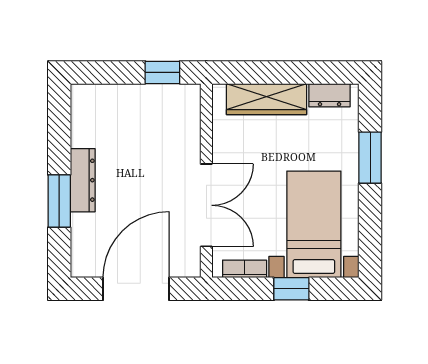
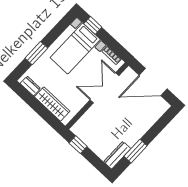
dresser: (83, 180) -> (117, 155), moved
window: (59, 201) -> (136, 151), moved
window: (291, 289) -> (93, 25), moved

